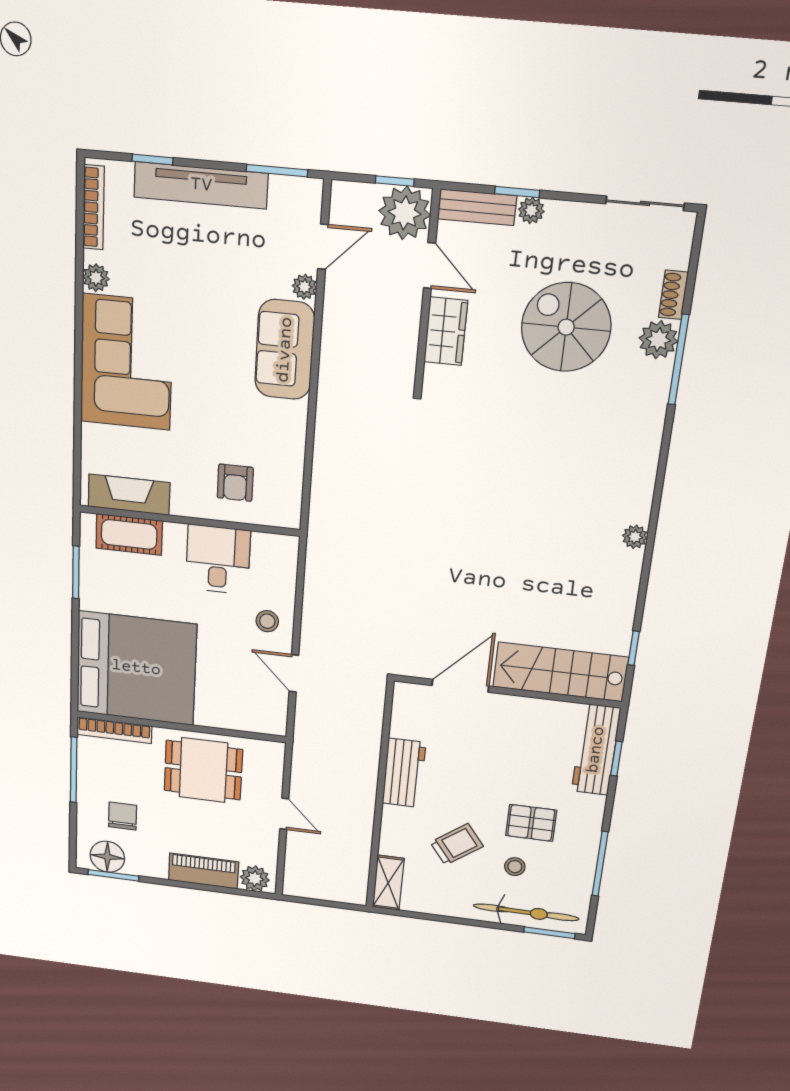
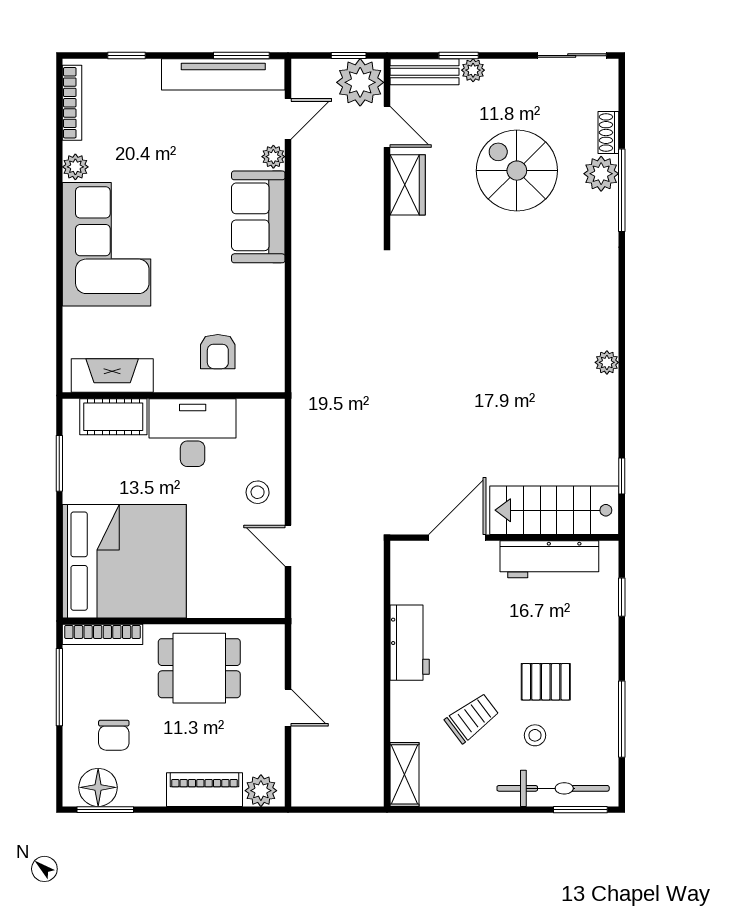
tv unit: (201, 185) -> (223, 74), moved
desk: (218, 560) -> (193, 433), width x1.37
workbench: (596, 750) -> (549, 559), moved, turned -90
chair: (123, 816) -> (114, 735), turned 180

